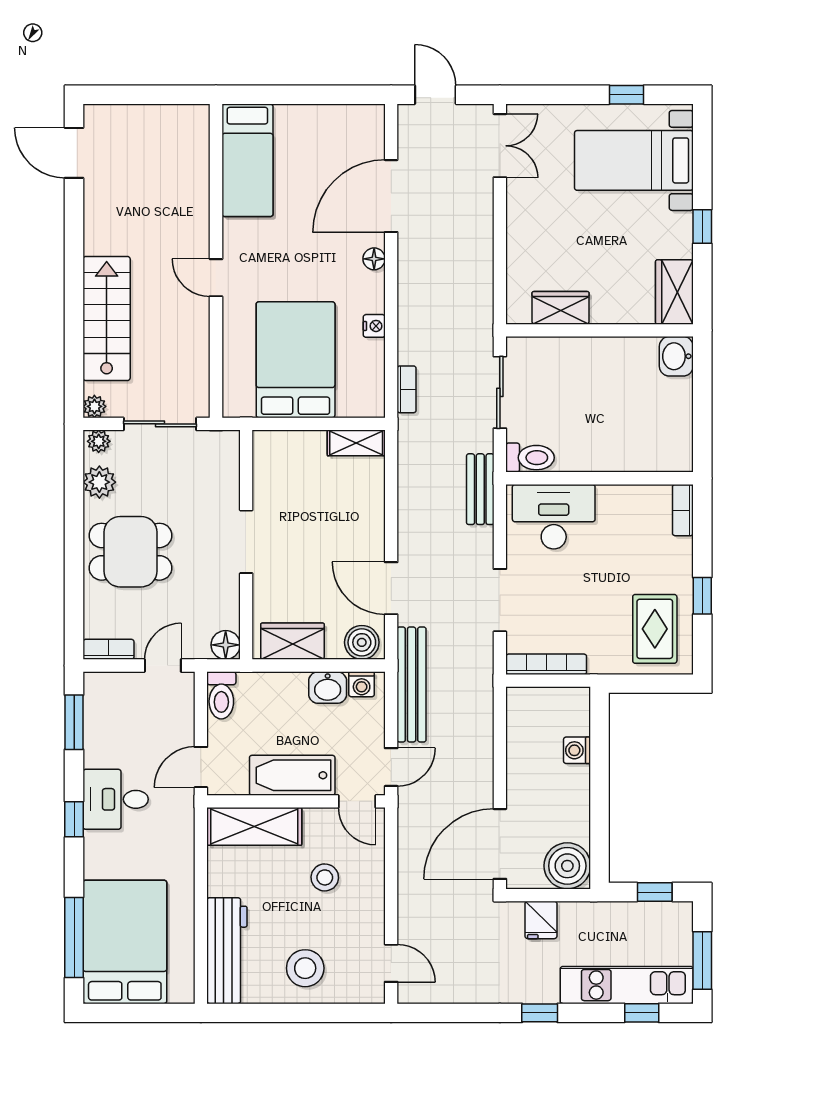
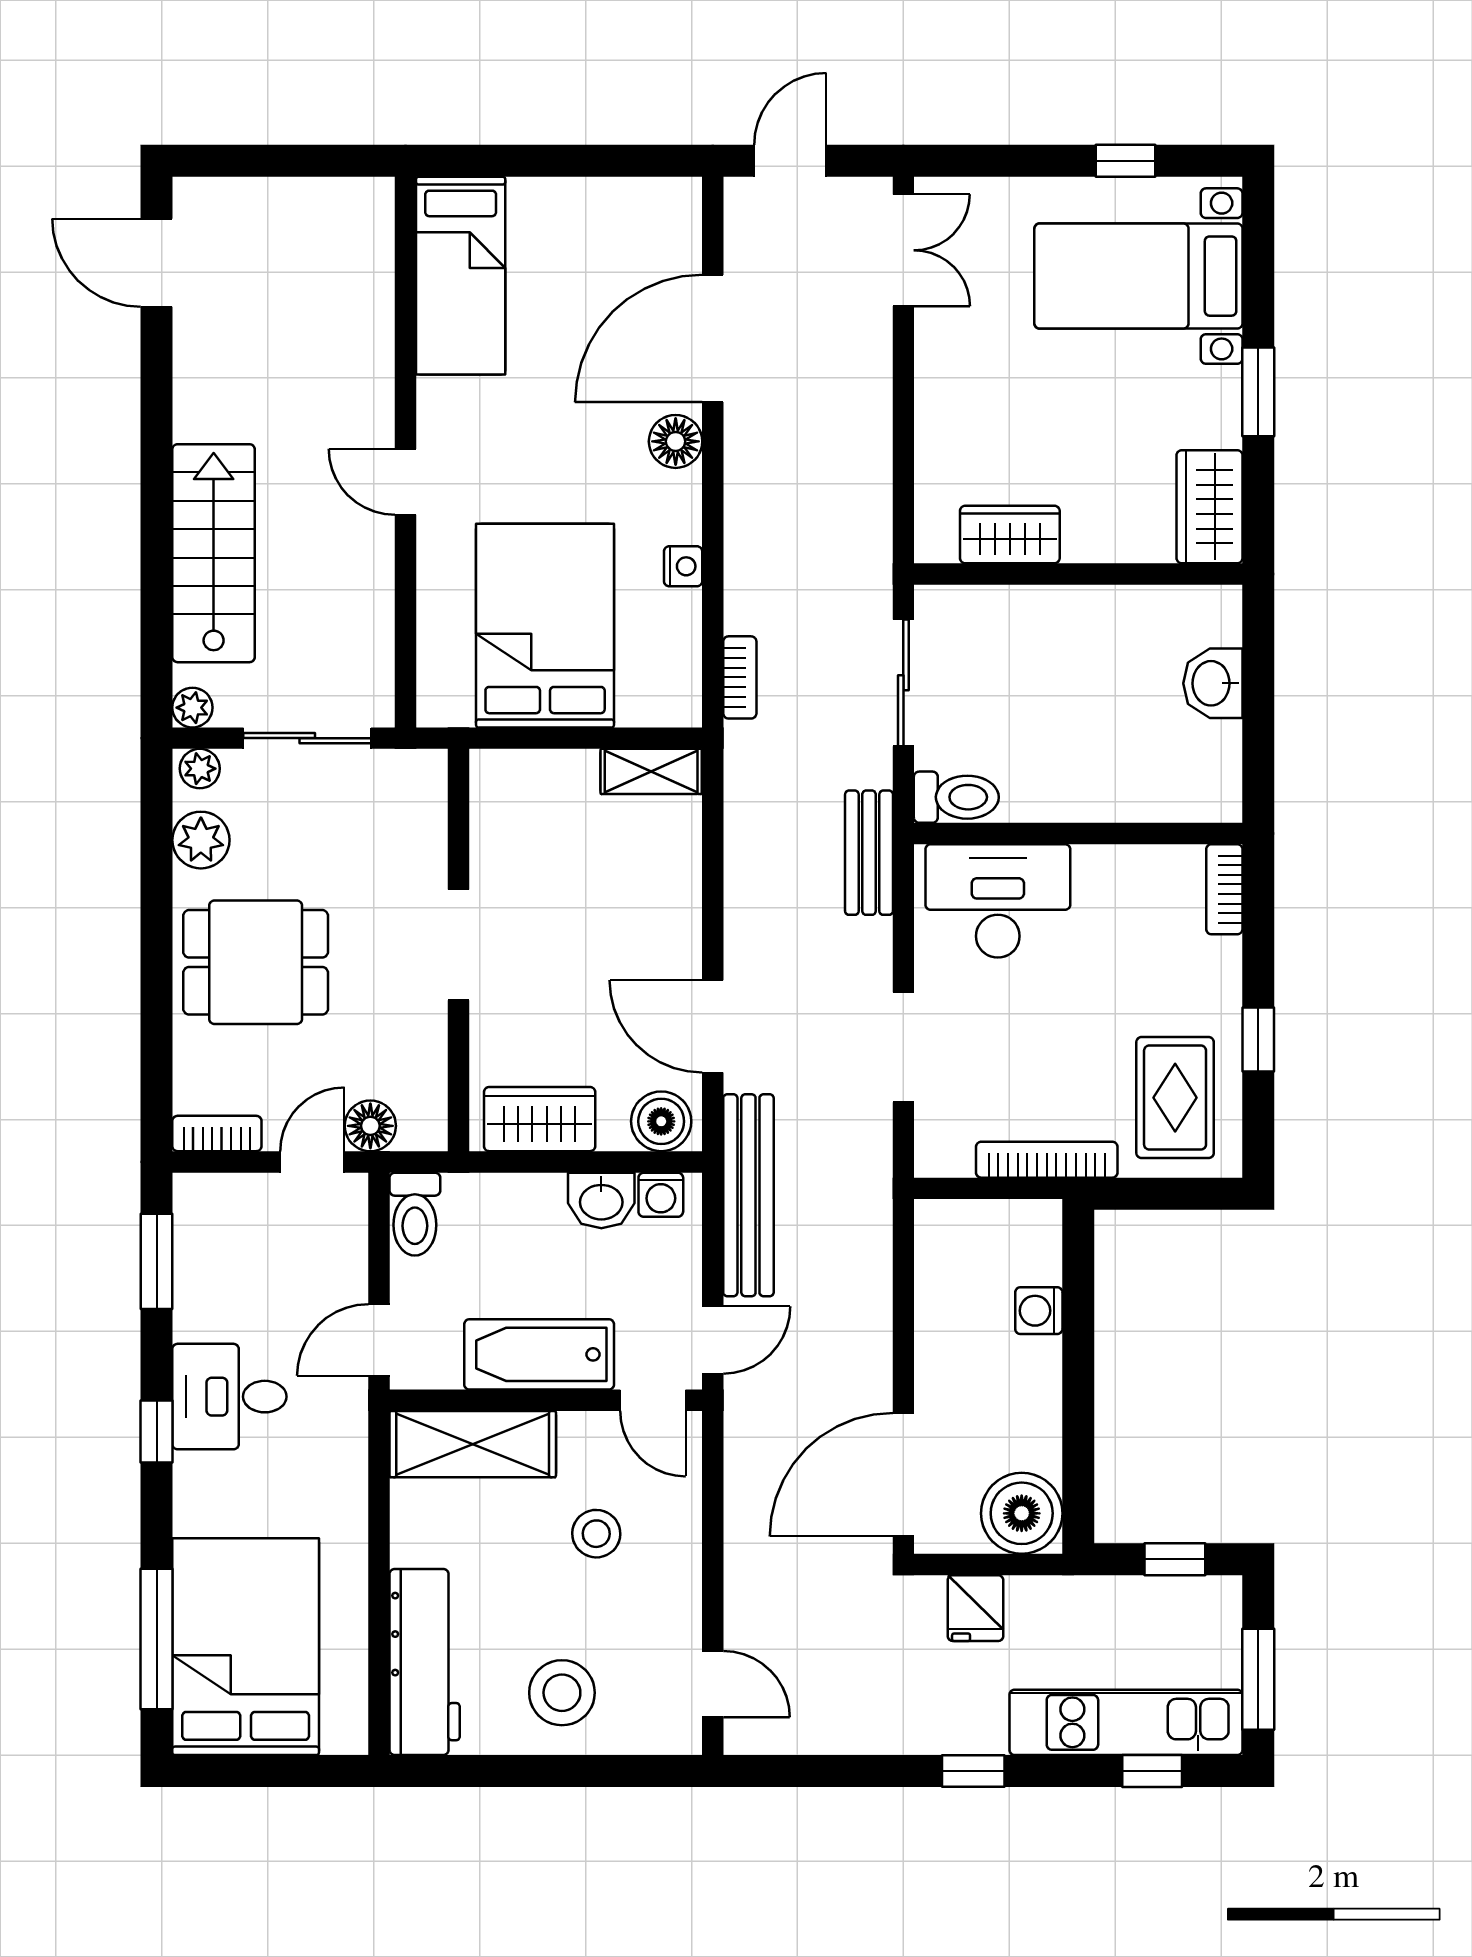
door: (435, 95) -> (790, 161), hinge flipped
window: (702, 226) -> (1258, 392), width x1.50
floor lamp: (374, 259) -> (676, 441), width x1.37, depth x1.37
washbasin: (676, 356) -> (1213, 683), moved
floor lamp: (226, 645) -> (370, 1126), moved
bookcase: (546, 664) -> (1047, 1160), moved

